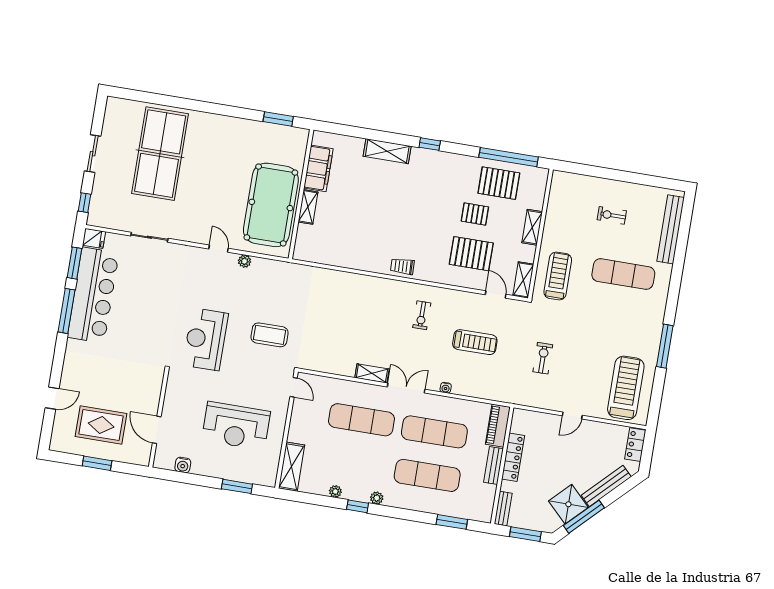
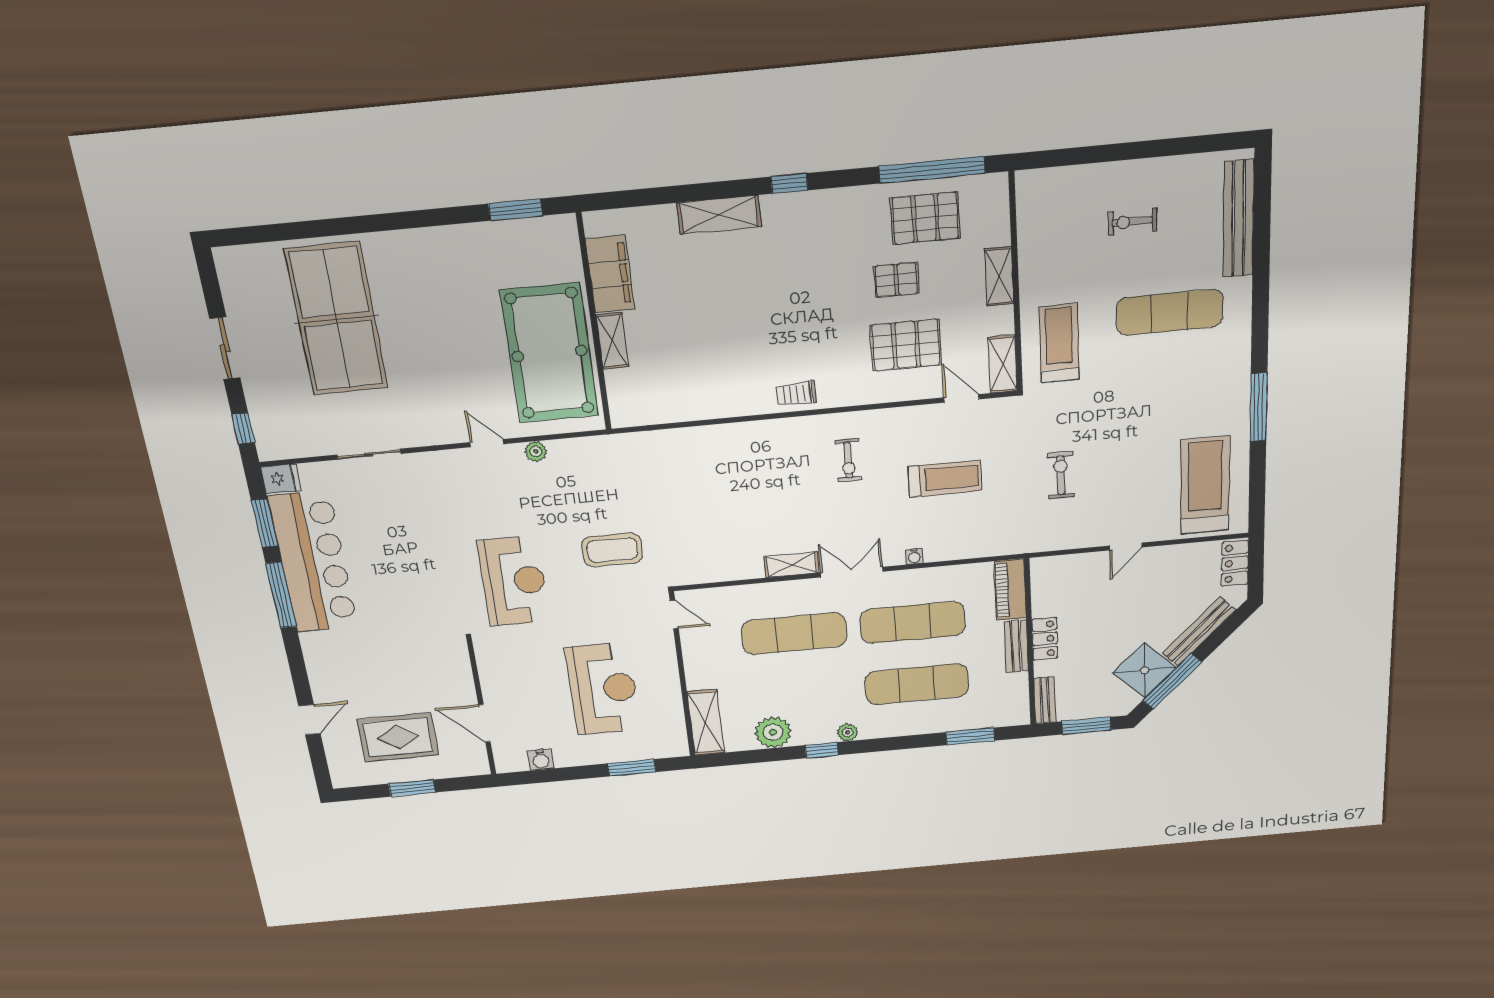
reception desk: (206, 339) -> (514, 581), turned 180
reception desk: (236, 426) -> (603, 689), turned -90
locker: (513, 457) -> (1045, 639), width x0.66
plant: (335, 491) -> (773, 732), width x1.88, depth x1.88

